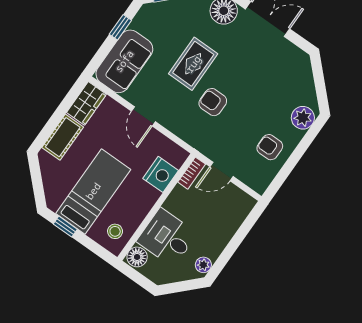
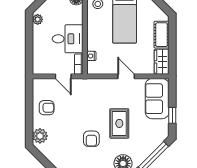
armchair: (213, 102) -> (91, 139), moved, turned 90
door: (222, 172) -> (63, 76), swing flipped
nightstand: (161, 174) -> (91, 56), width x0.53, depth x0.56
desk: (167, 238) -> (68, 39), moved

